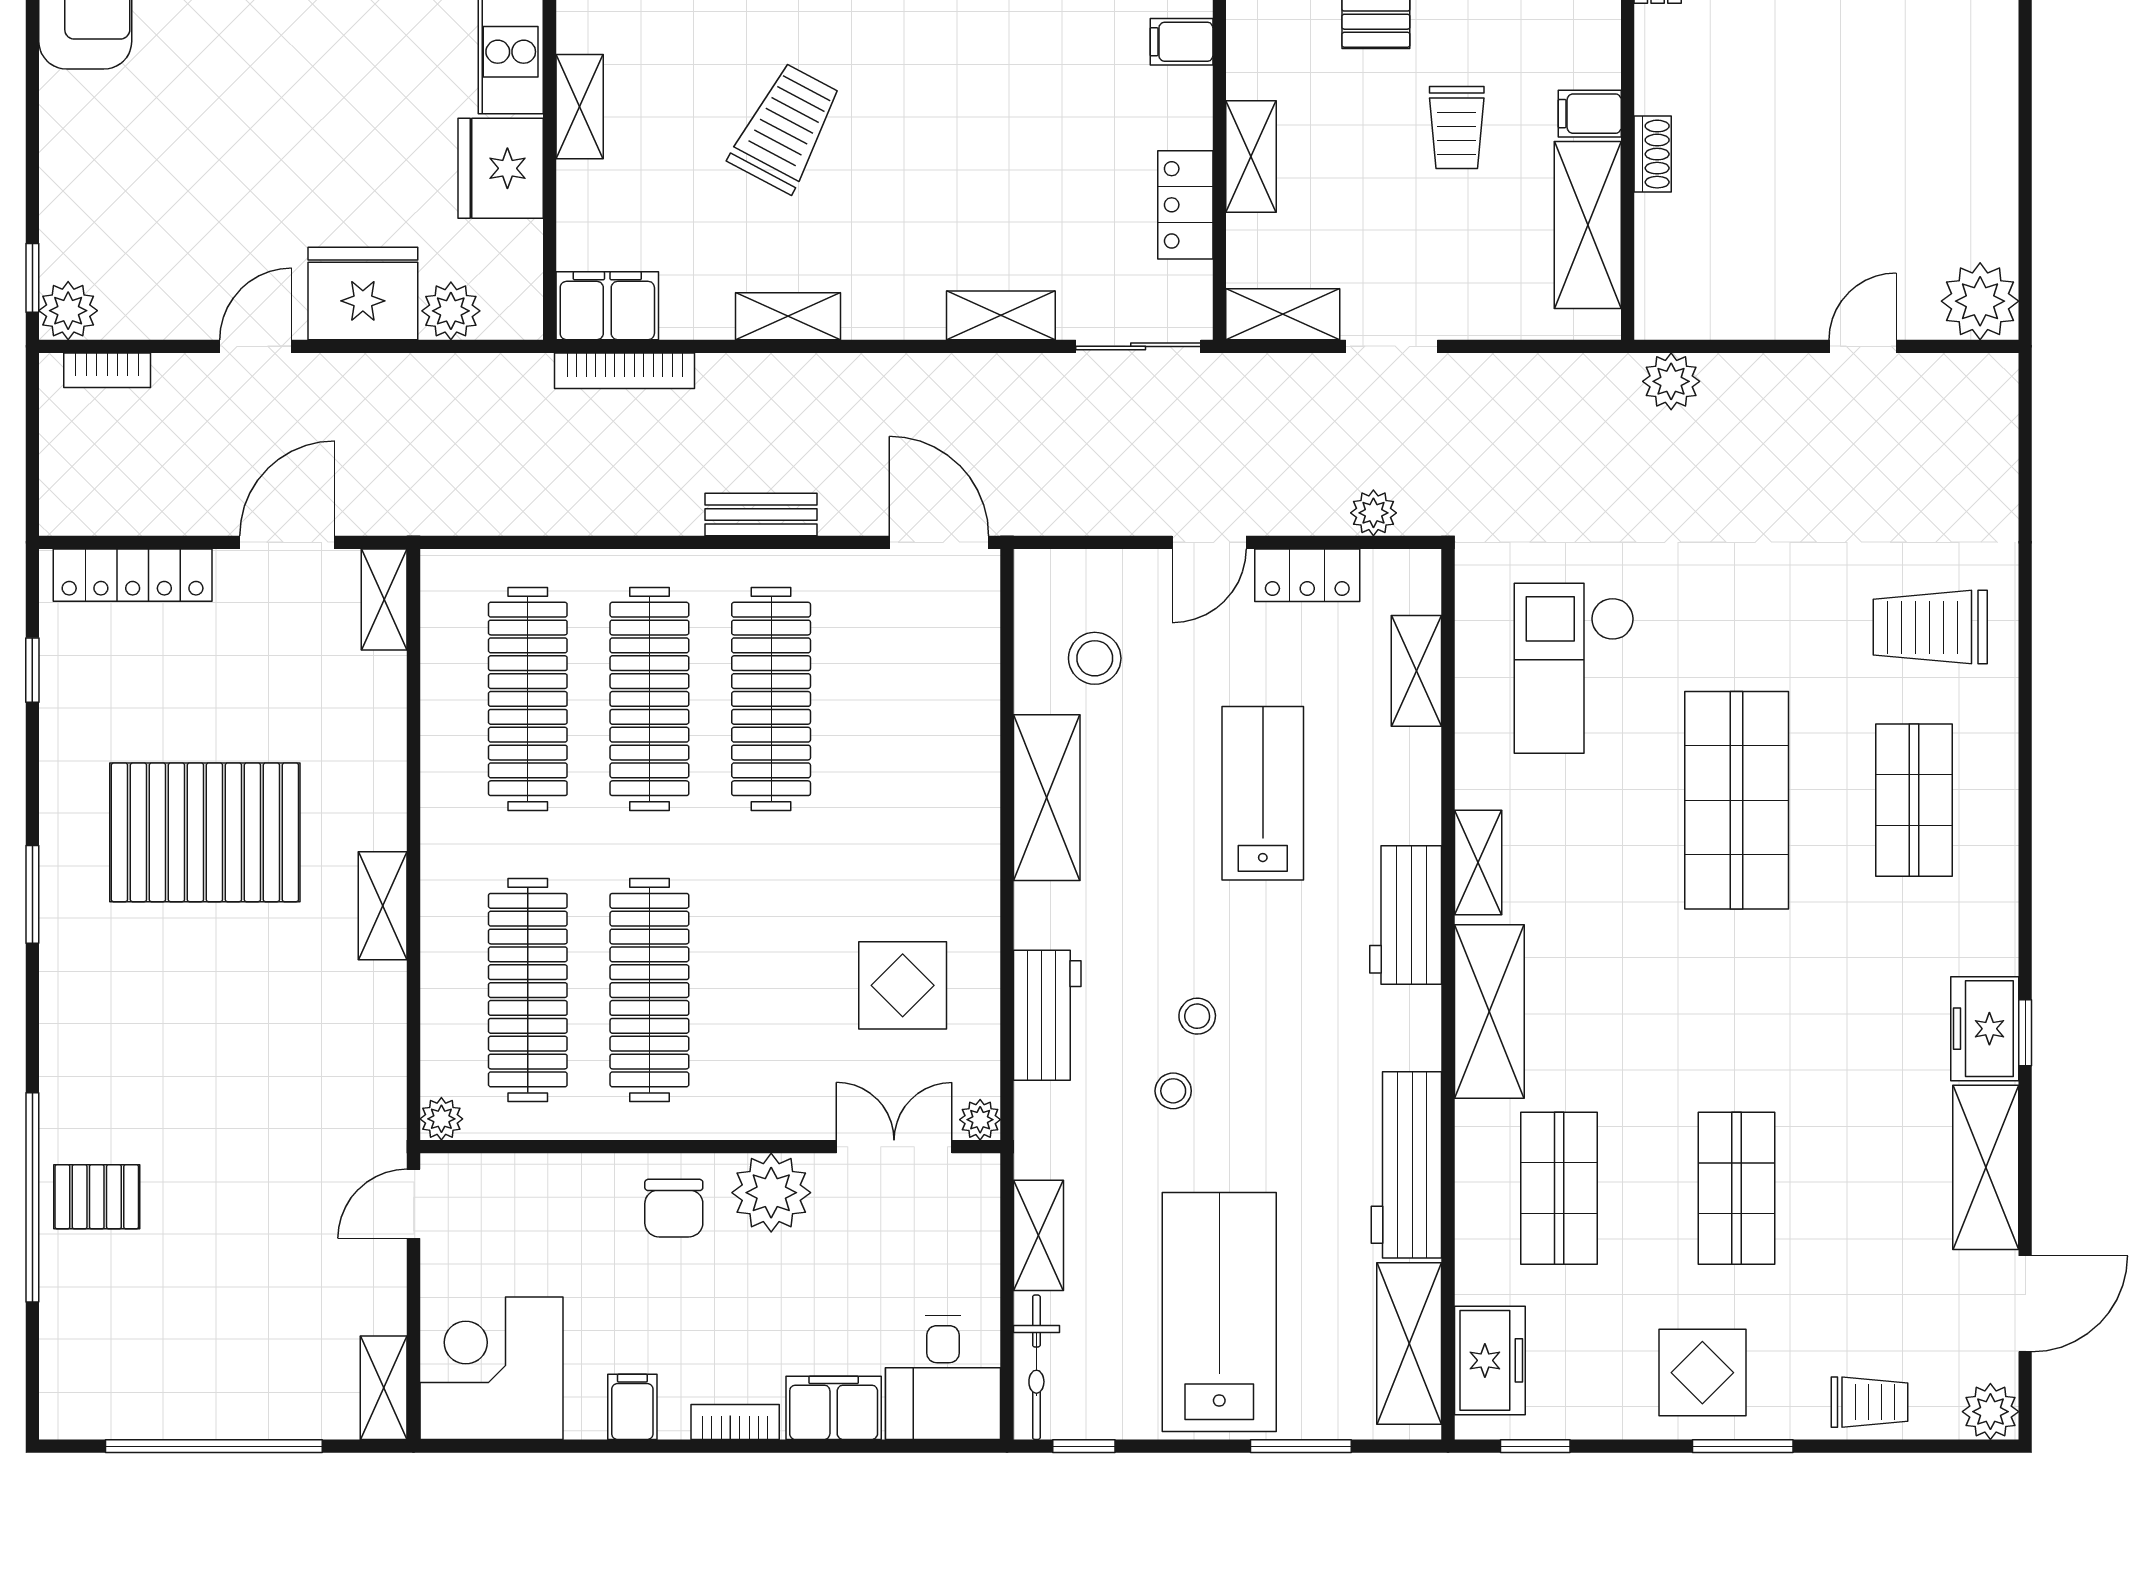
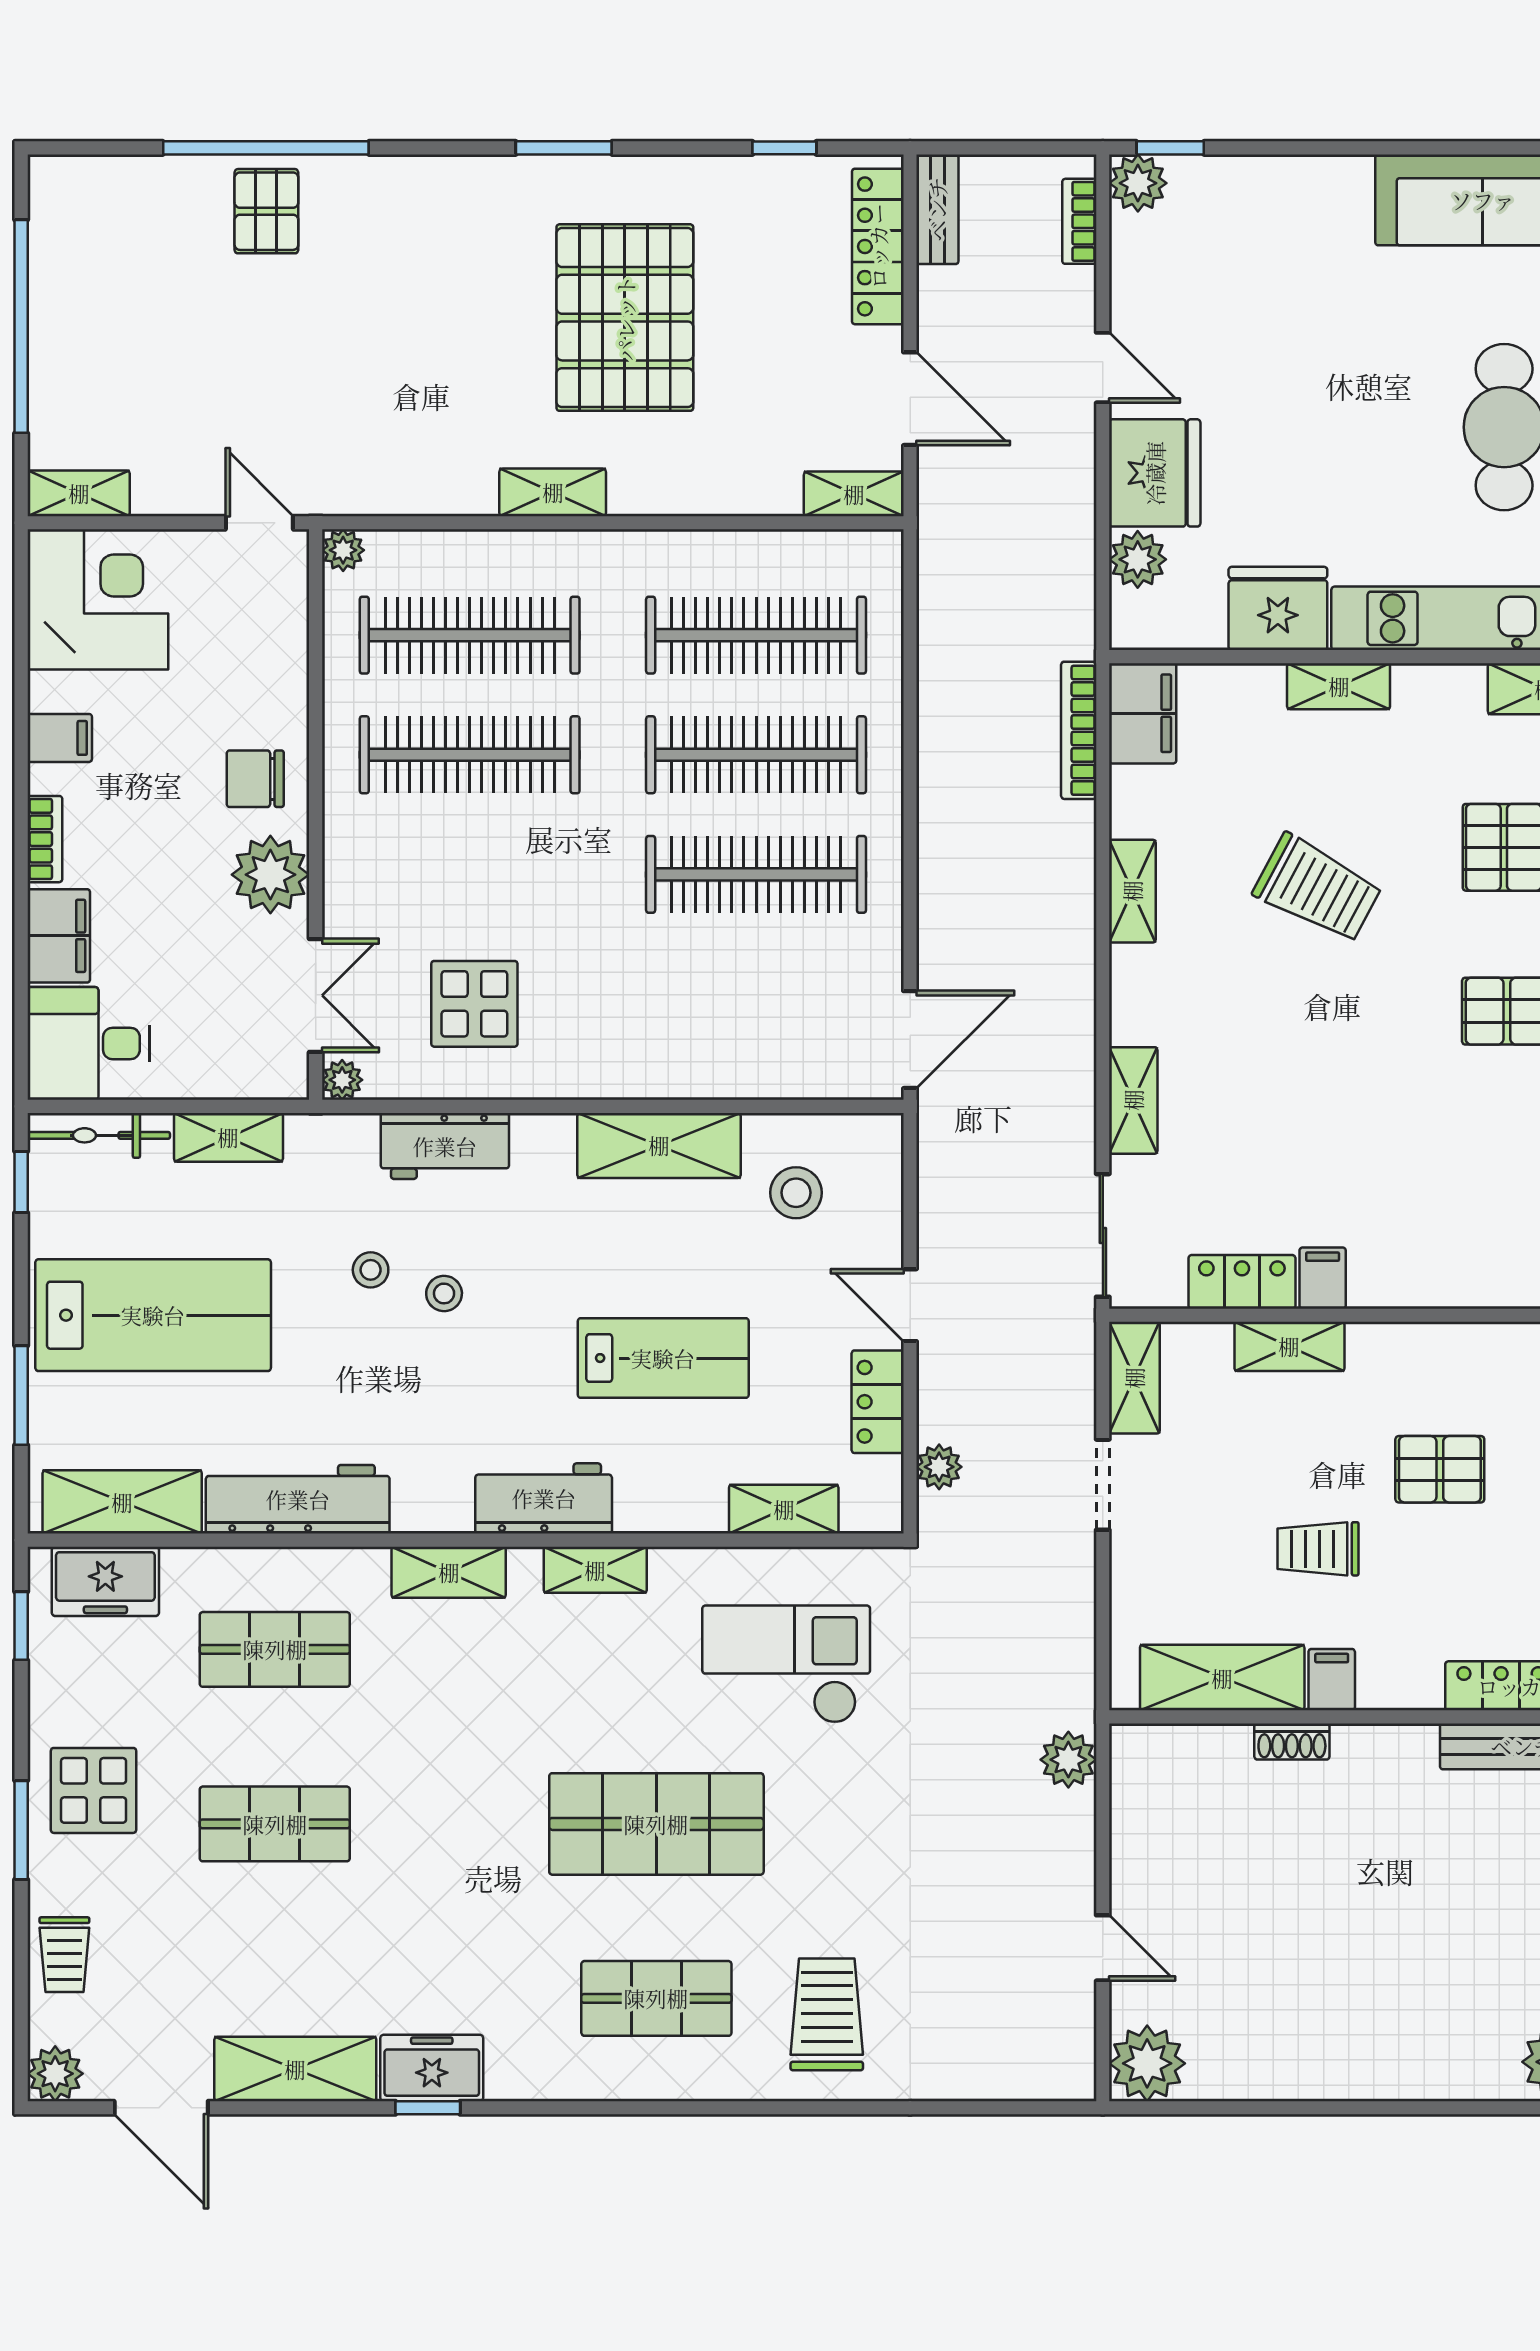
filing cabinet: (1182, 42) -> (1323, 1278), moved
bench: (761, 514) -> (937, 209), moved
shelving: (1489, 1011) -> (449, 1572), width x0.67, depth x0.75

